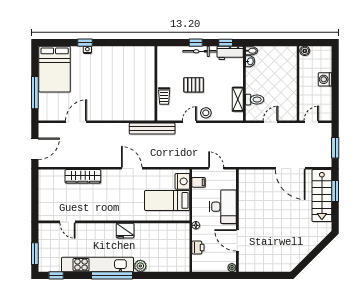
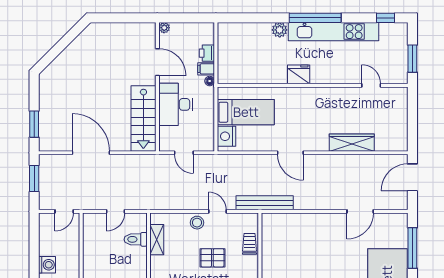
door: (190, 122) -> (218, 211), swing flipped
filing cabinet: (199, 182) -> (206, 69), moved
stairs: (322, 196) -> (143, 118), moved, turned 180
window: (35, 254) -> (412, 59), moved

